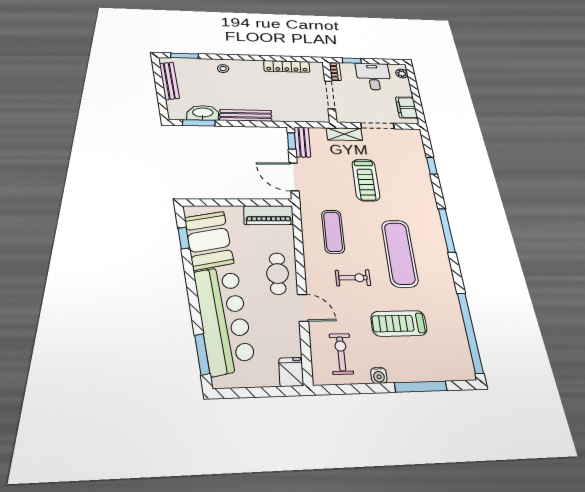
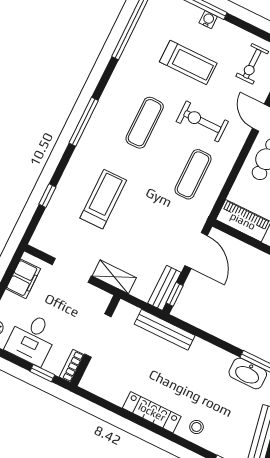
locker: (287, 66) -> (152, 412), moved
bench: (246, 115) -> (165, 330), moved
treadmill: (366, 180) -> (103, 199), moved
exercise mat: (400, 253) -> (145, 123), width x0.73, depth x0.69
exercise bike: (353, 278) -> (202, 121), width x1.38, depth x1.39
water cooler: (379, 375) -> (208, 20), moved

